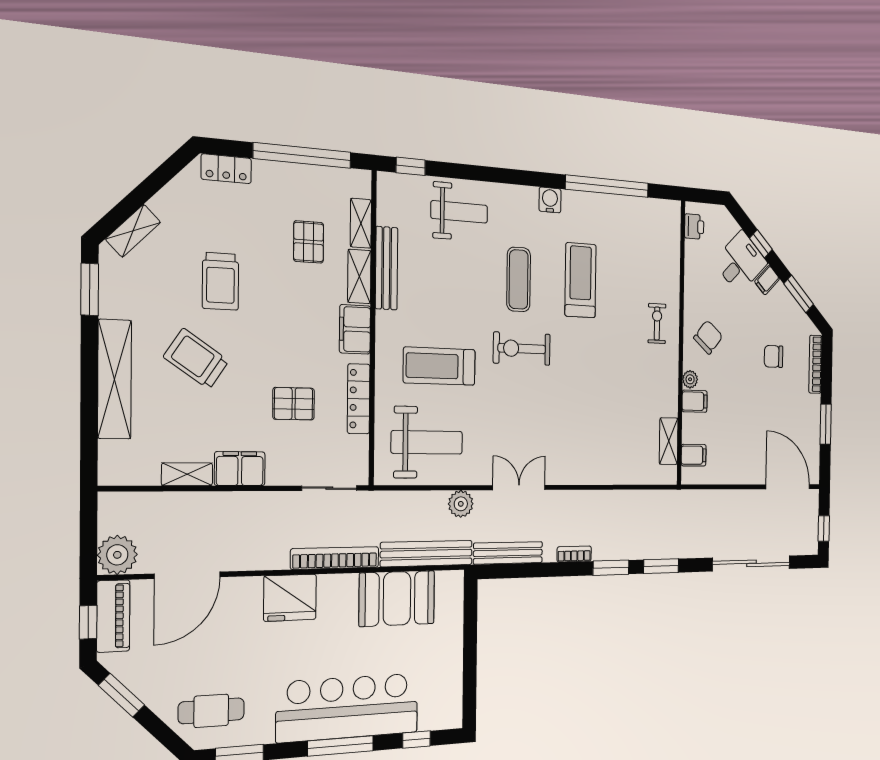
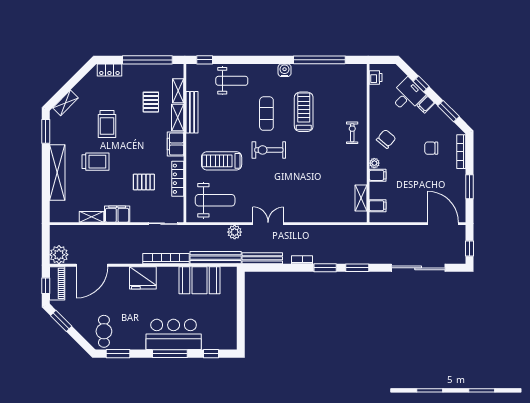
trolley: (196, 359) -> (95, 162), turned 146
bar counter: (348, 707) -> (174, 334), width x0.73
cafe table: (211, 711) -> (104, 331), turned 90

